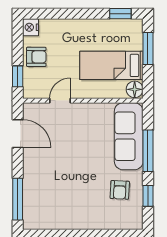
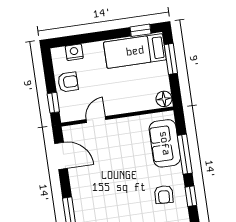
nightstand: (31, 27) -> (74, 52), moved, turned 90
bed: (111, 65) -> (135, 51), moved
sofa: (129, 136) -> (165, 143), width x0.73

